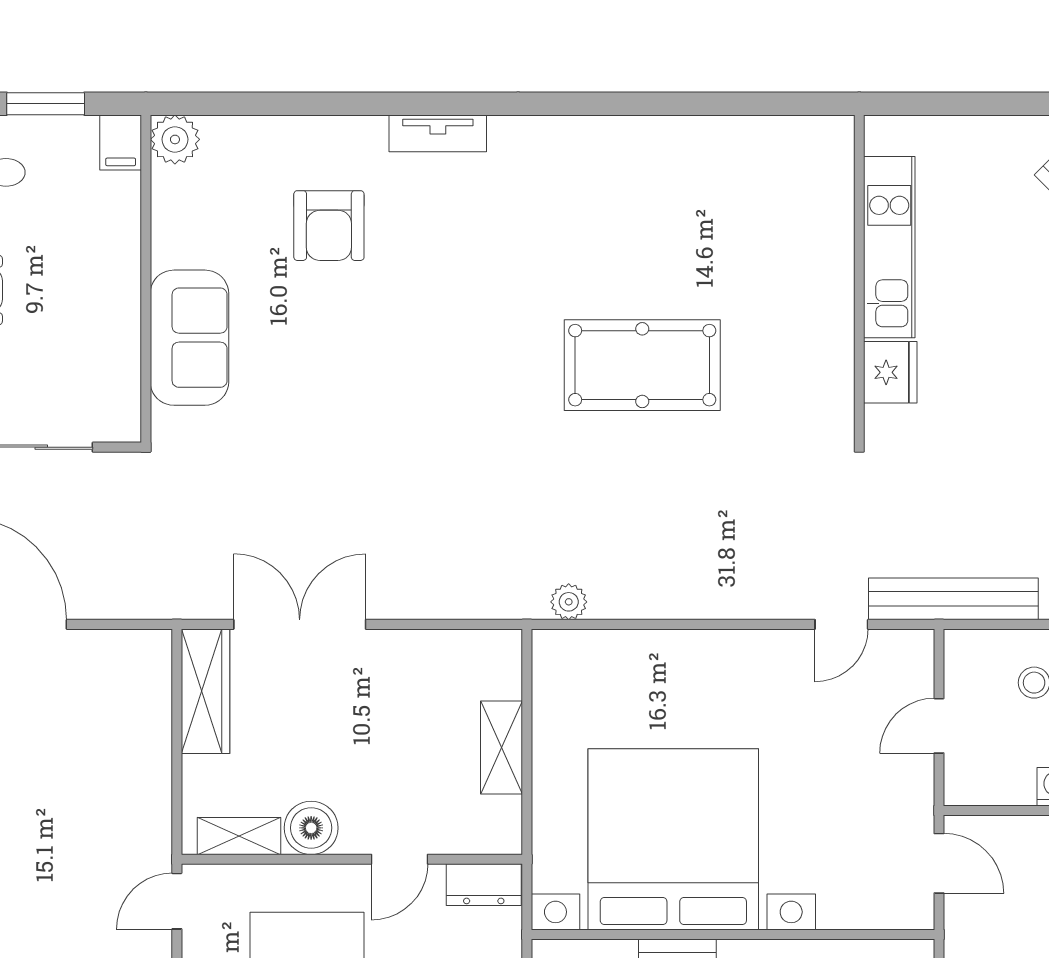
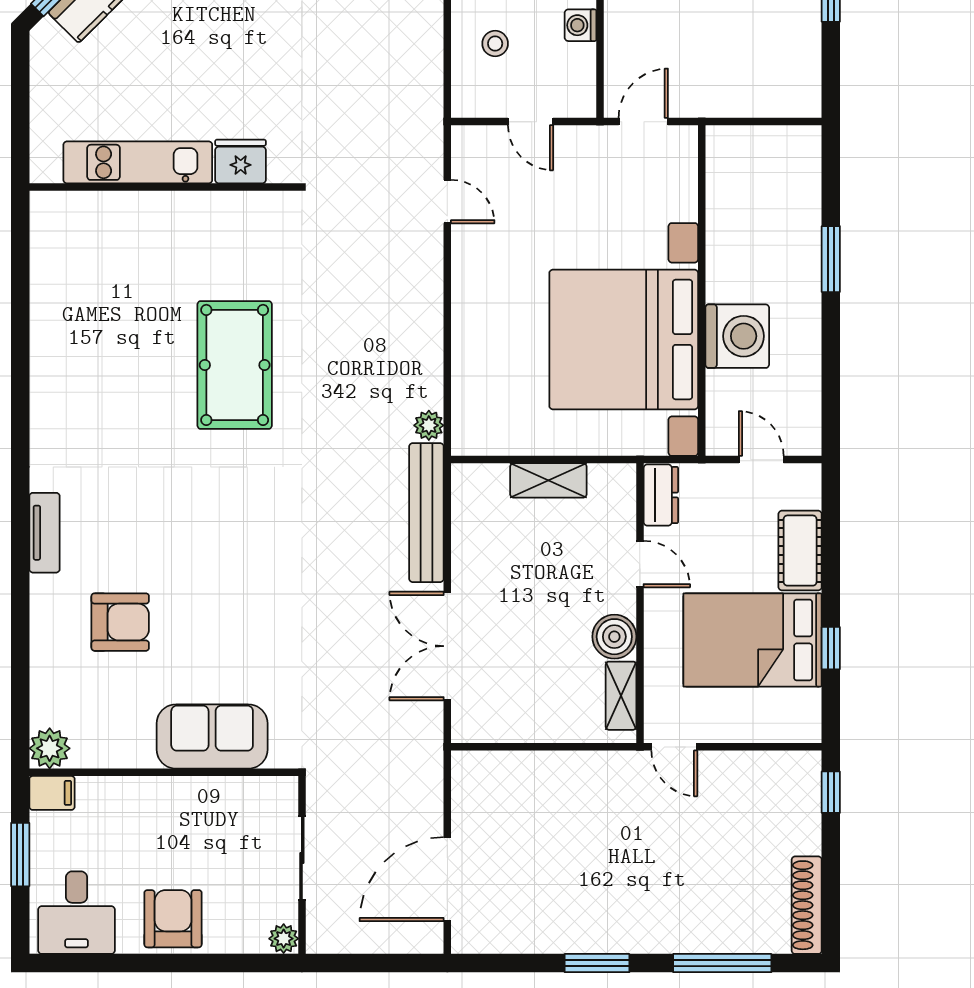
bench: (953, 599) -> (426, 513), moved
wardrobe: (205, 691) -> (502, 723), removed

